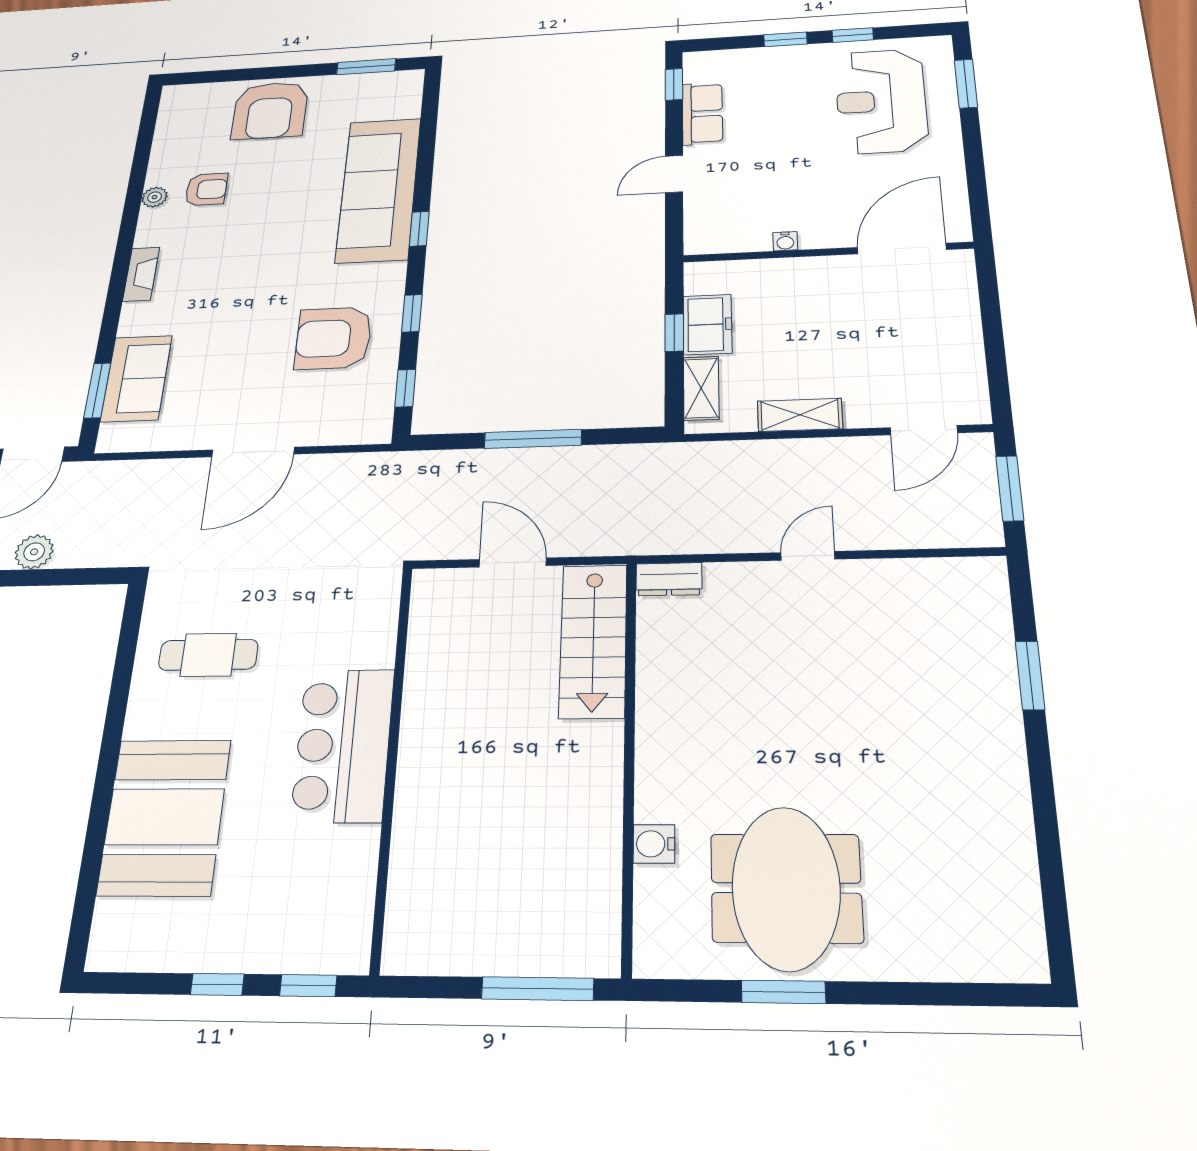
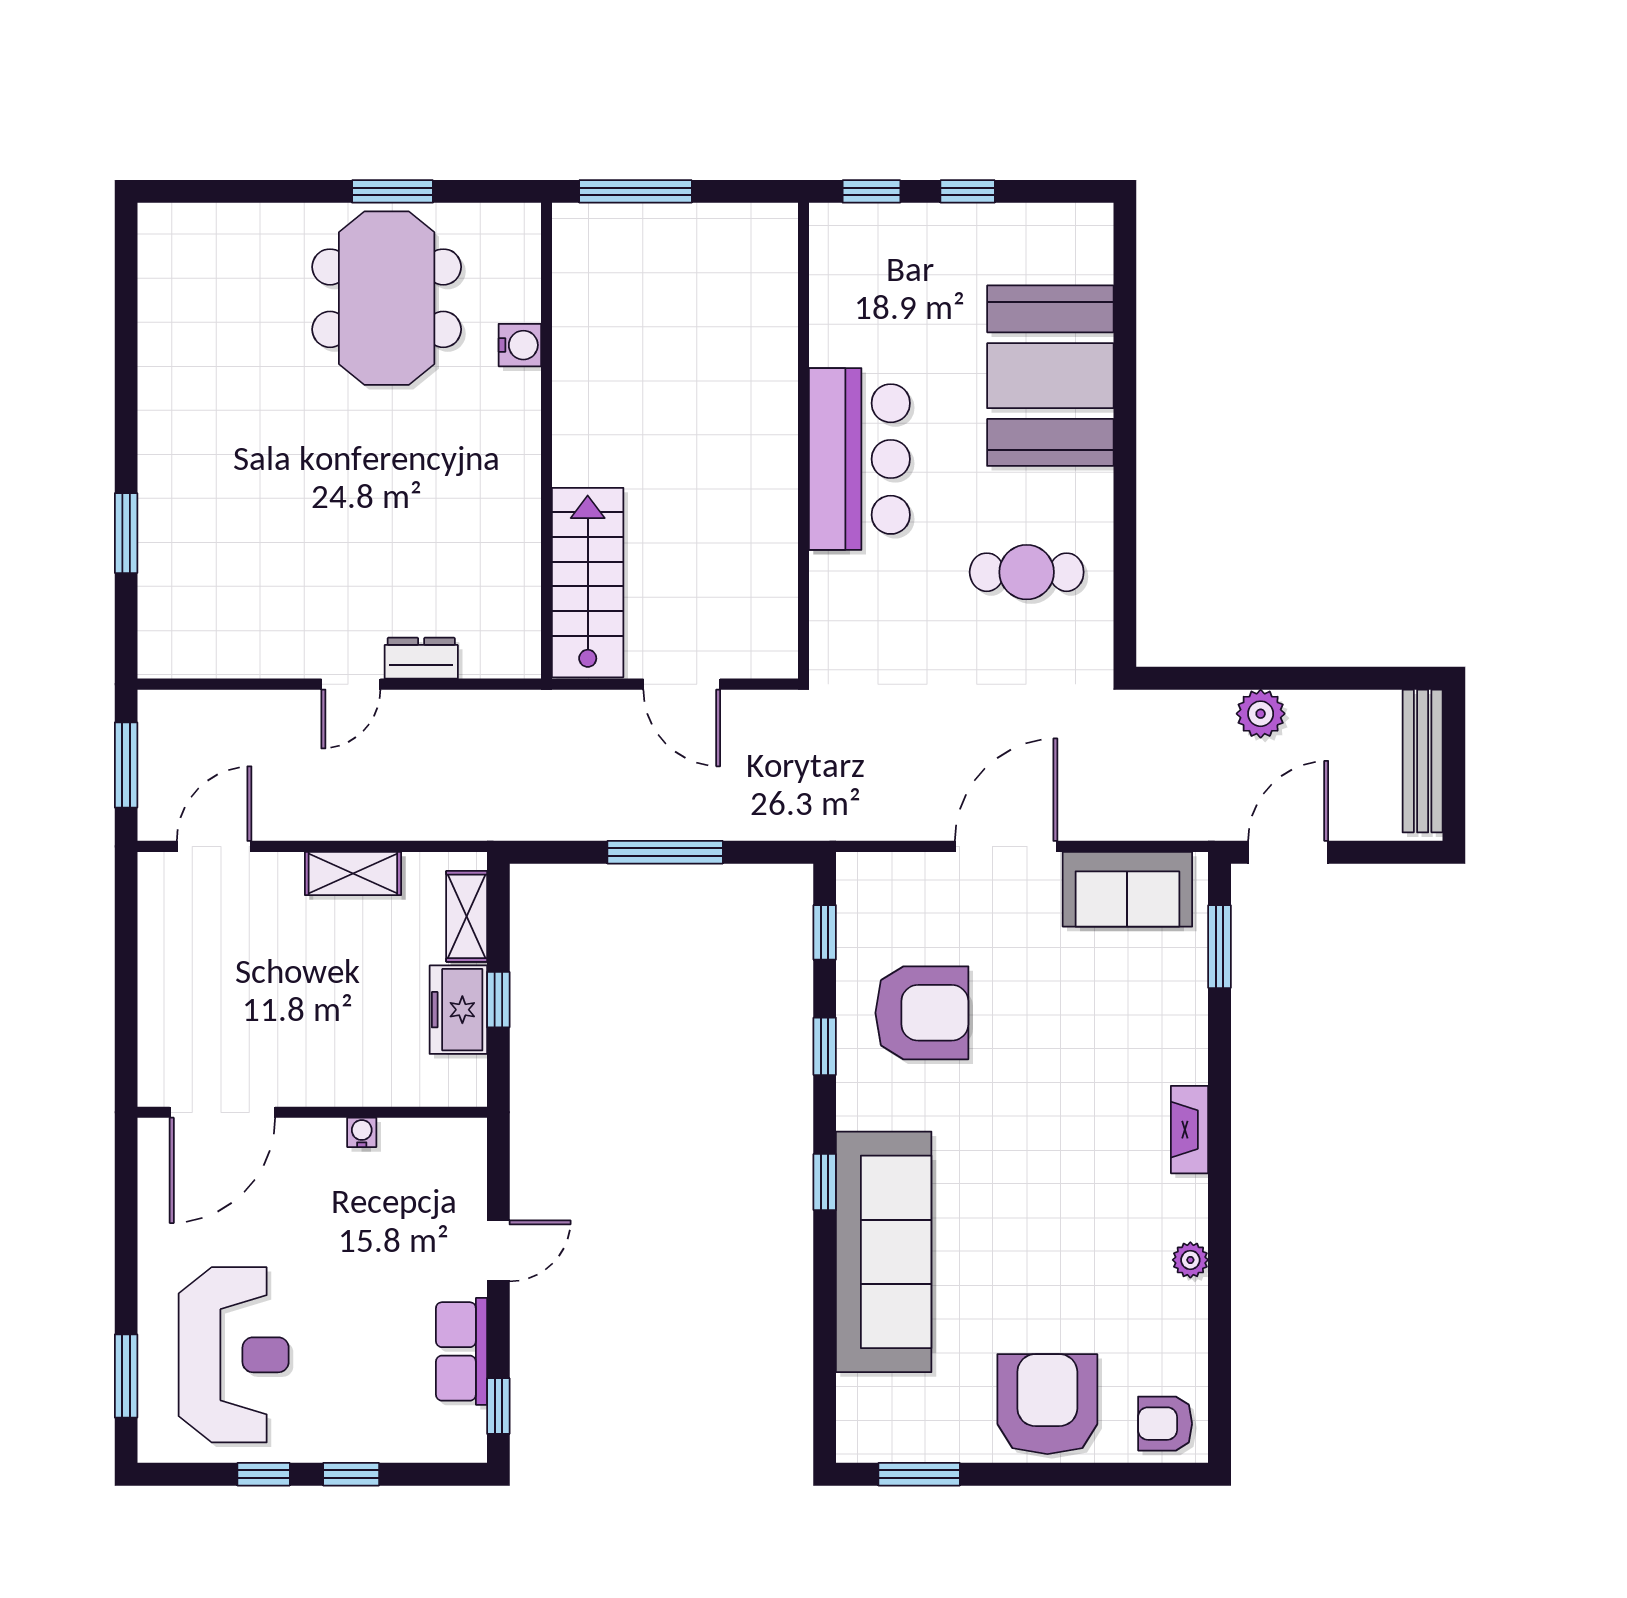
armchair: (206, 189) -> (1165, 1424), moved
sofa: (136, 378) -> (1127, 889), moved, turned -90
dresser: (669, 579) -> (421, 658), moved

